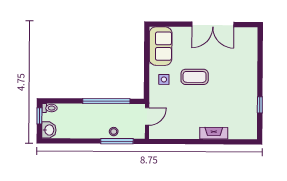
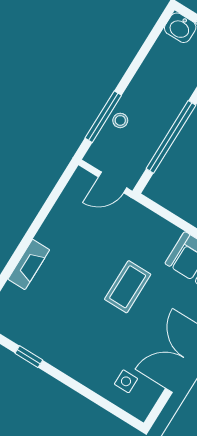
side table: (164, 79) -> (126, 381), moved
door: (147, 116) -> (112, 182), hinge flipped

